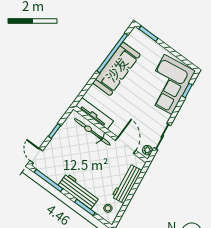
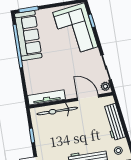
sofa: (116, 69) -> (28, 35), moved

